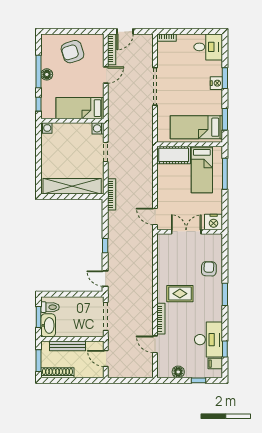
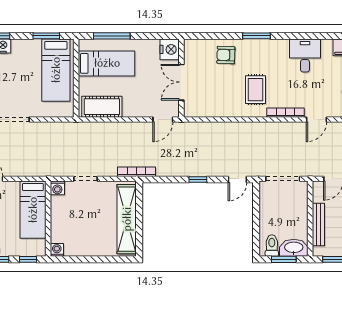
cot: (174, 155) -> (102, 107), moved, turned 90
desk: (208, 340) -> (305, 55), width x0.73
window: (225, 349) -> (322, 36), removed

